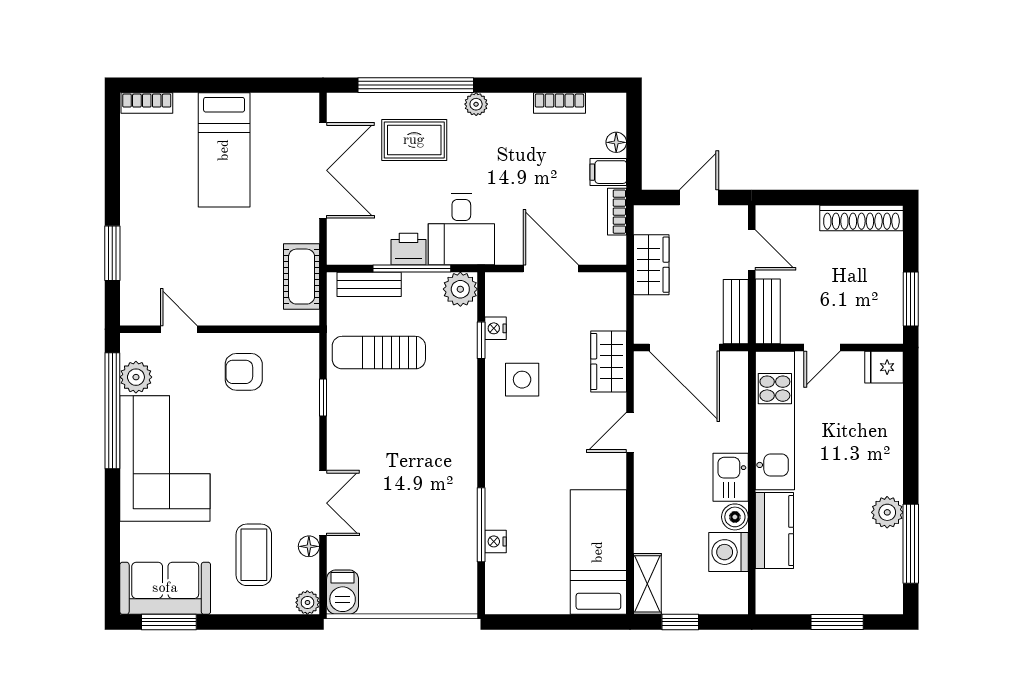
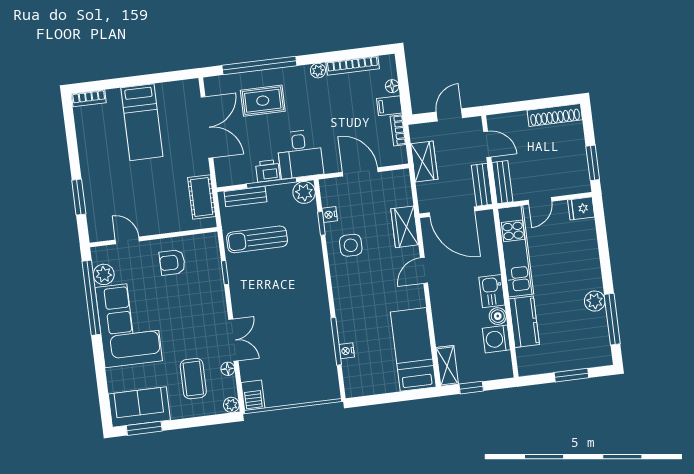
bookcase: (559, 103) -> (353, 66), width x1.56
plant: (476, 104) -> (318, 71), moved

